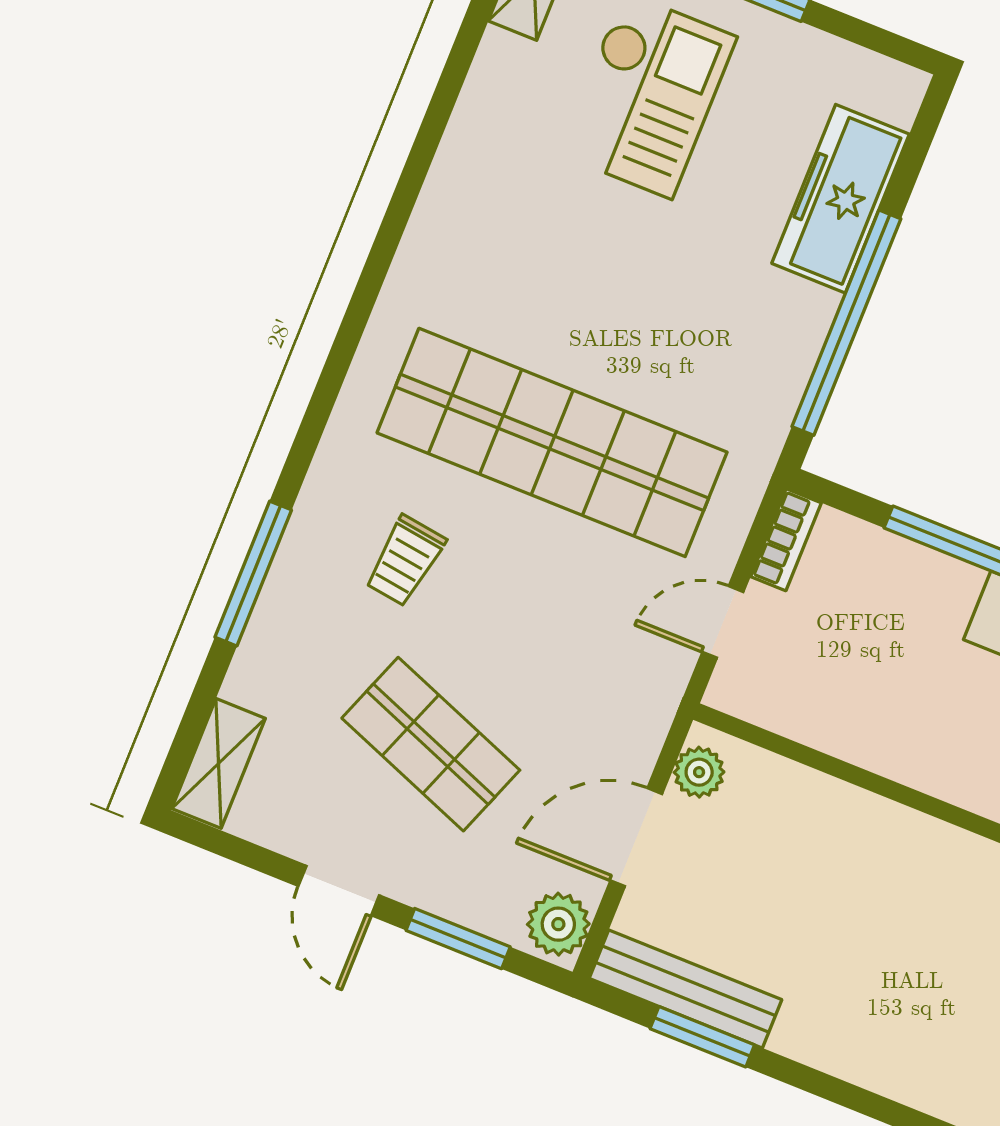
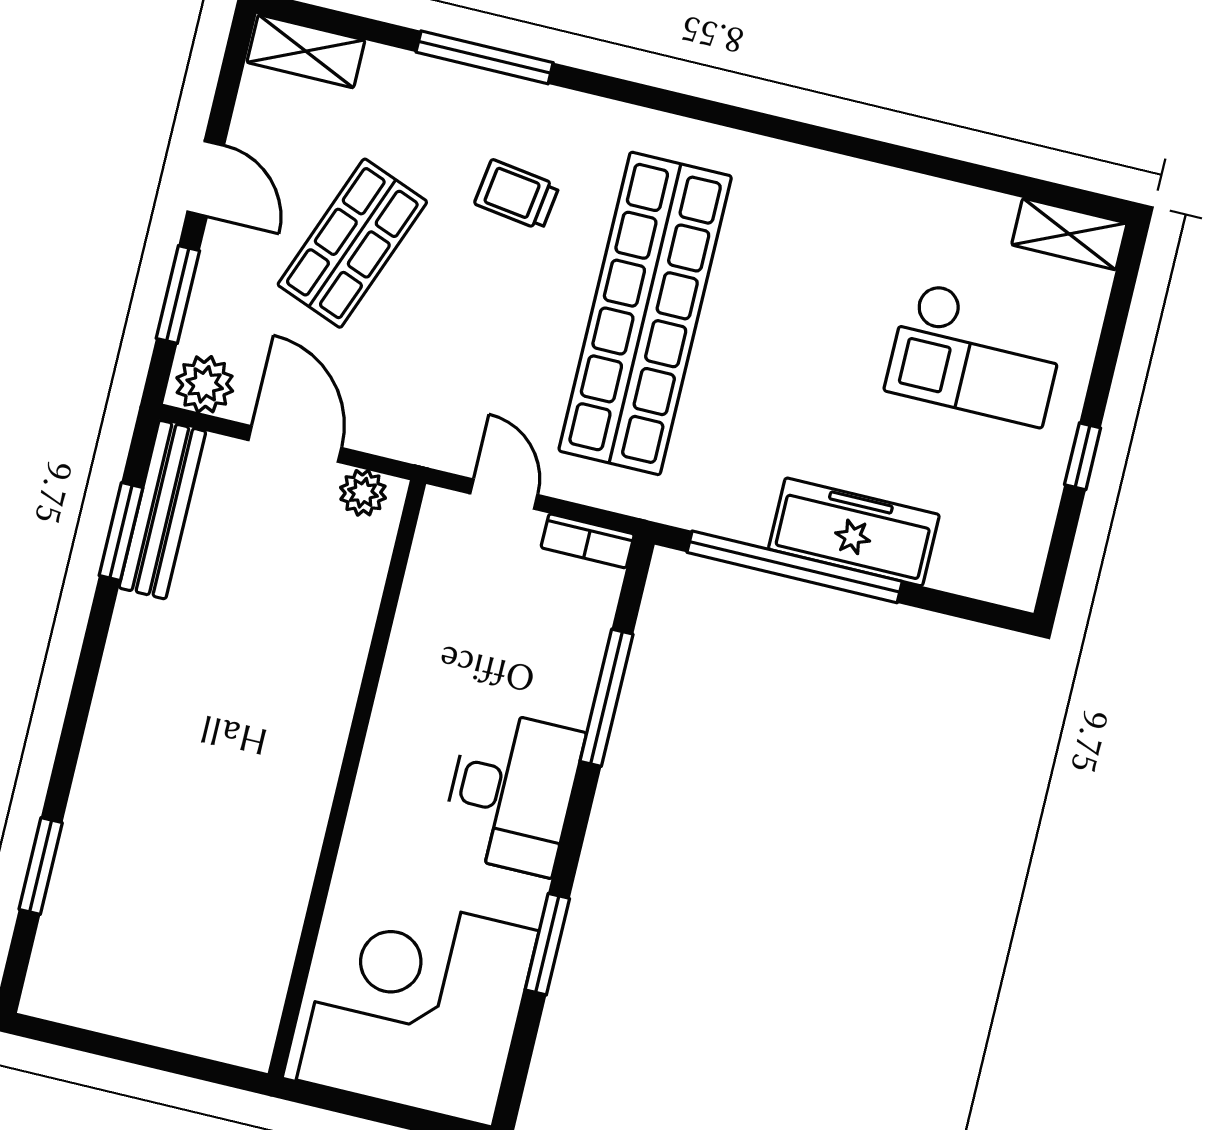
freezer: (841, 199) -> (854, 532), moved
door: (339, 891) -> (206, 179), swing flipped

